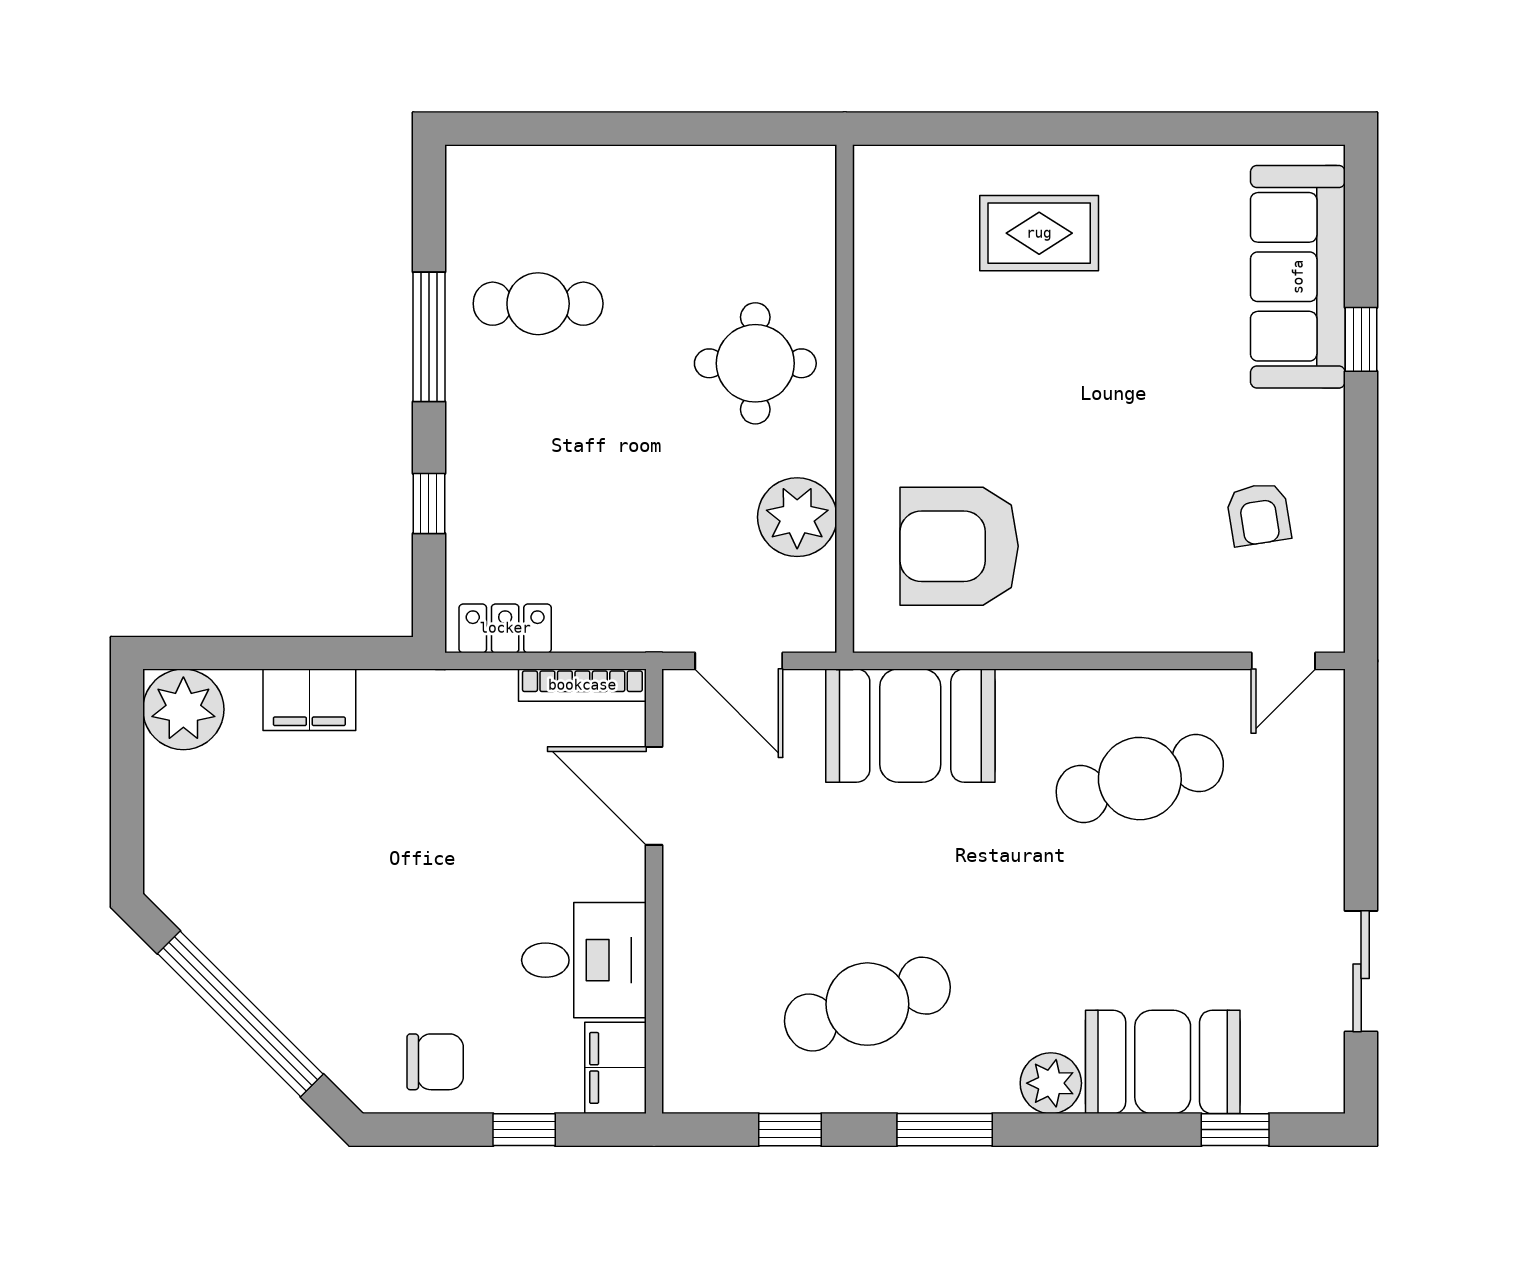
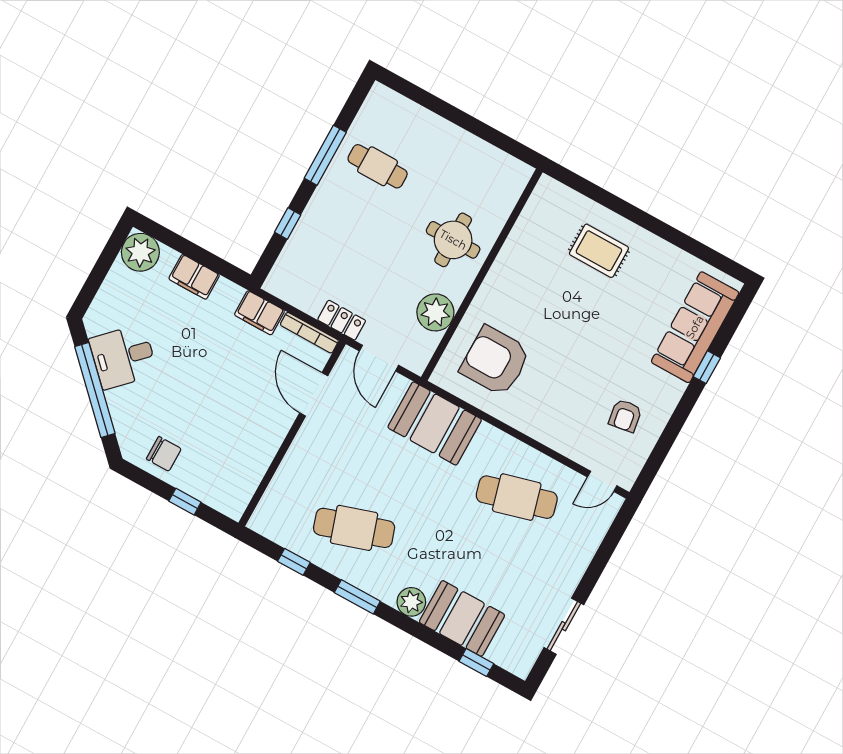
locker: (505, 628) -> (342, 320), moved
desk: (584, 960) -> (123, 357), moved, turned 135
filing cabinet: (616, 1068) -> (259, 313), moved, turned -90

